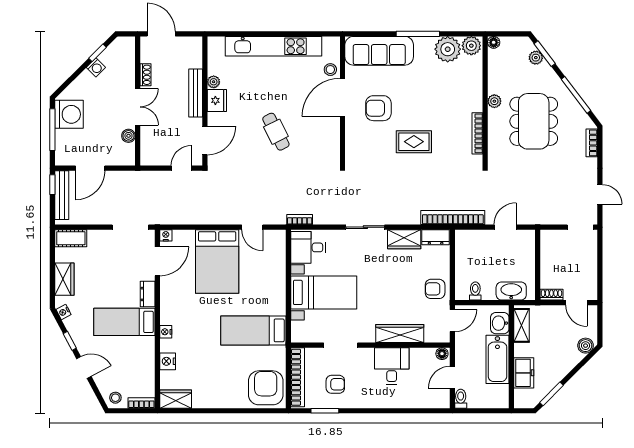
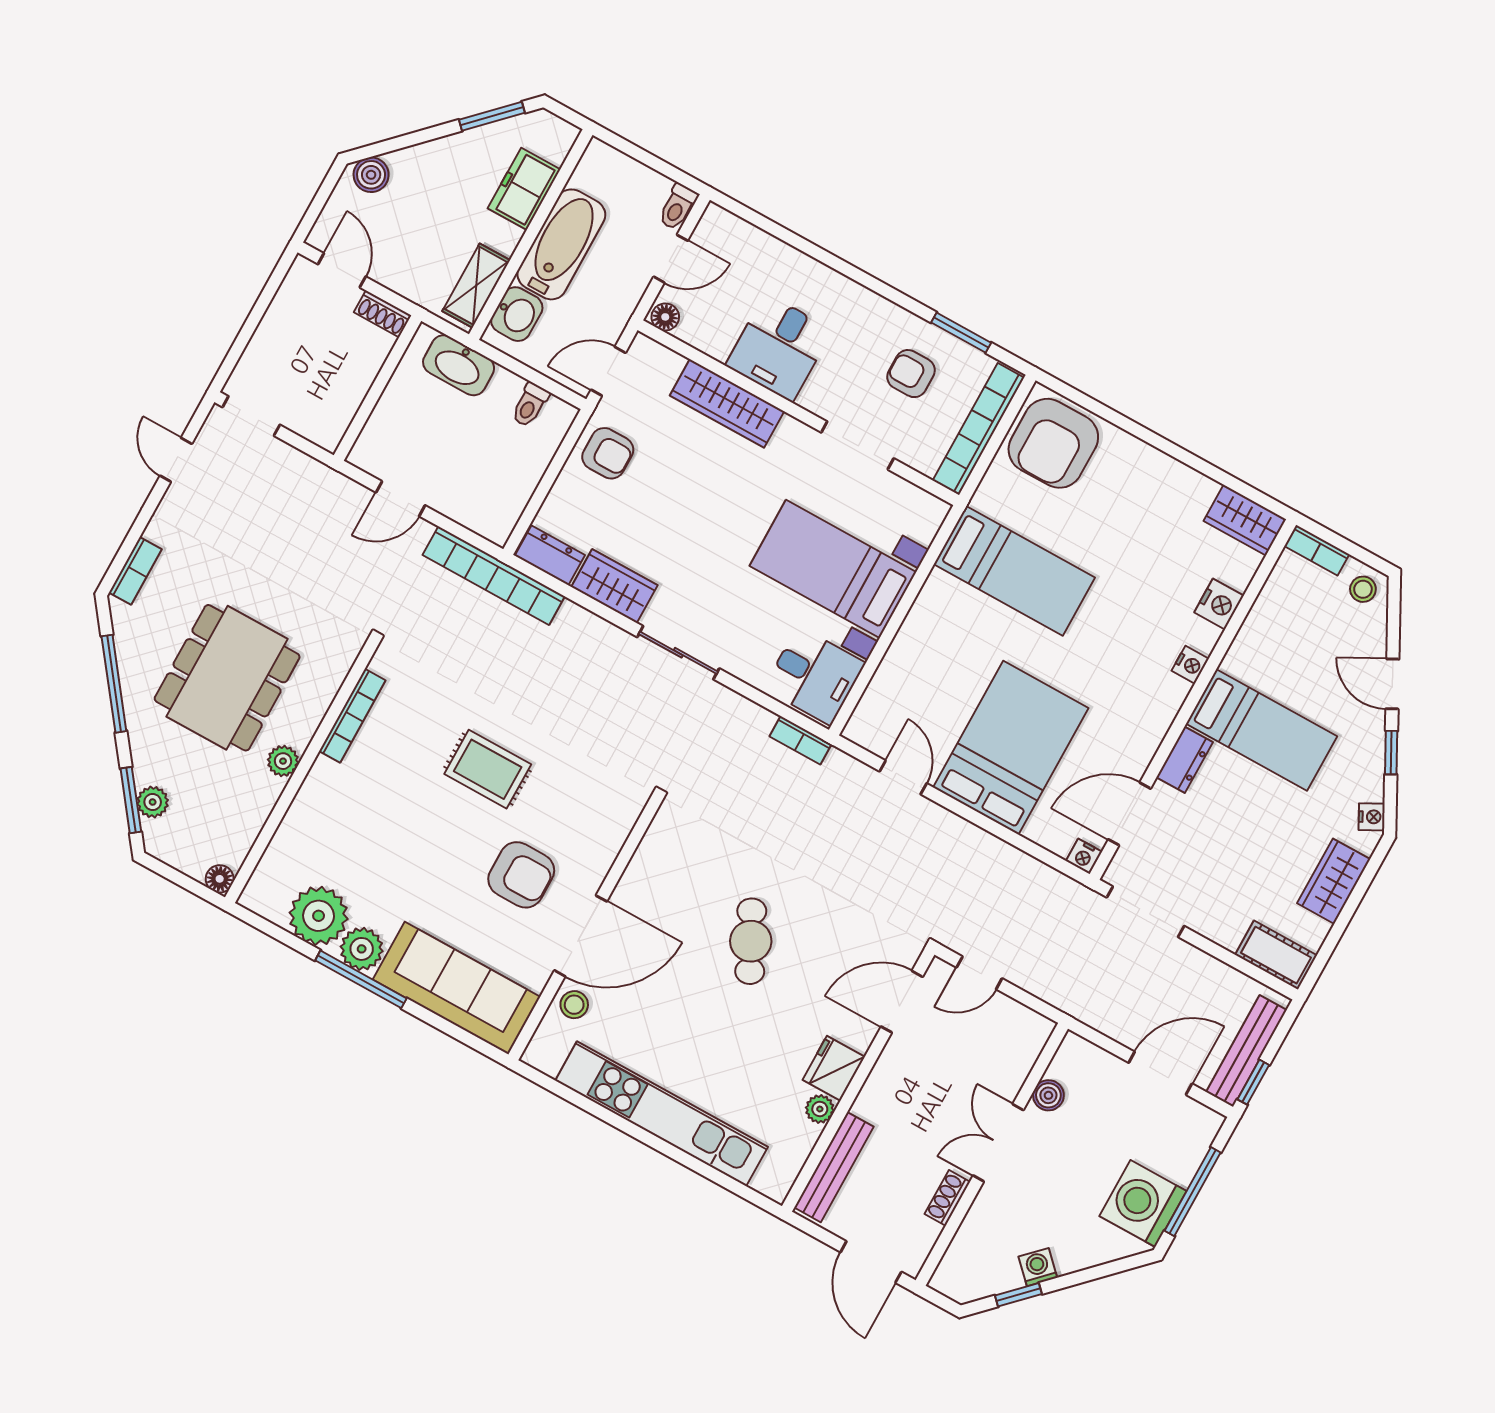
plant: (471, 46) -> (362, 949), moved
bench: (196, 93) -> (834, 1167), moved

